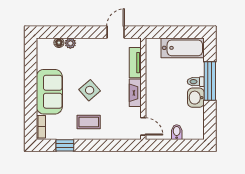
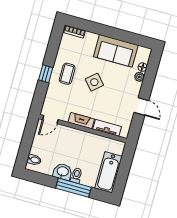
door: (116, 32) -> (141, 107), moved
sofa: (49, 92) -> (116, 51), moved
bidet: (177, 132) -> (34, 160), moved
window: (65, 145) -> (46, 74), moved

